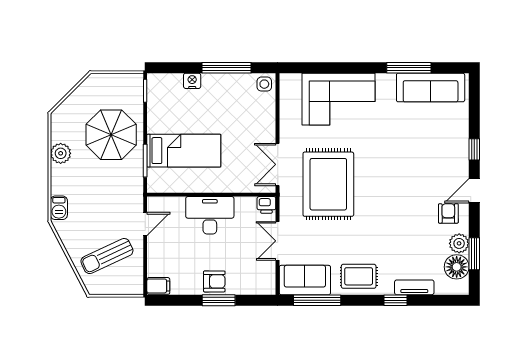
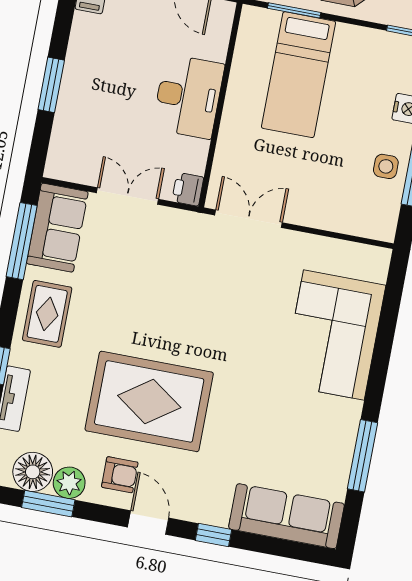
side table: (264, 84) -> (386, 166), moved
sofa: (431, 88) -> (286, 516), moved, turned 90
rug: (328, 184) -> (149, 401), moved
armchair: (214, 281) -> (82, 84), removed

